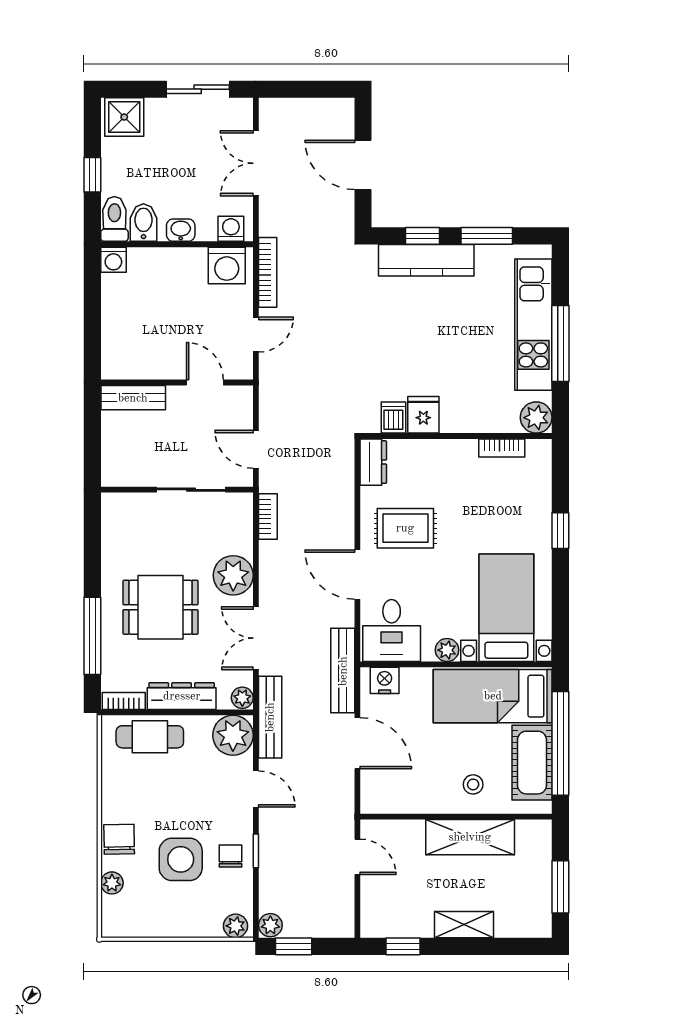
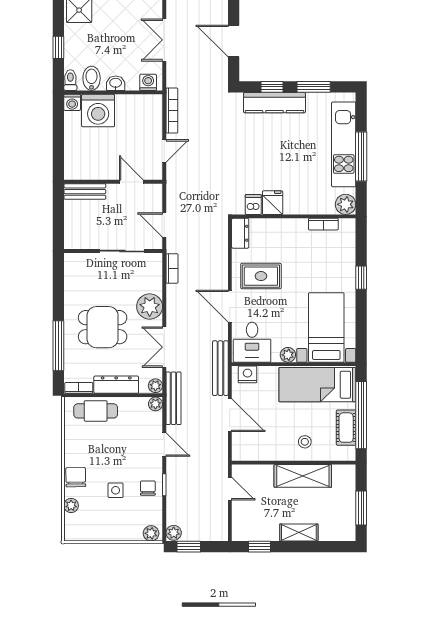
toilet: (114, 219) -> (70, 80), width x0.73, depth x0.72
washing machine: (227, 266) -> (98, 111), moved, width x1.37, depth x1.37
plant: (233, 735) -> (155, 404), width x0.53, depth x0.53
cot: (532, 763) -> (346, 428), width x0.73, depth x0.75
side table: (181, 859) -> (116, 490), width x0.54, depth x0.54

